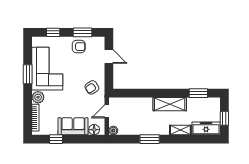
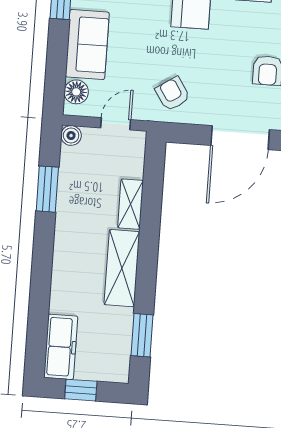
door: (109, 56) -> (240, 138), width x1.87
door: (107, 111) -> (116, 124), hinge flipped
shelving: (180, 130) -> (130, 204), moved
window: (150, 139) -> (47, 189), moved

